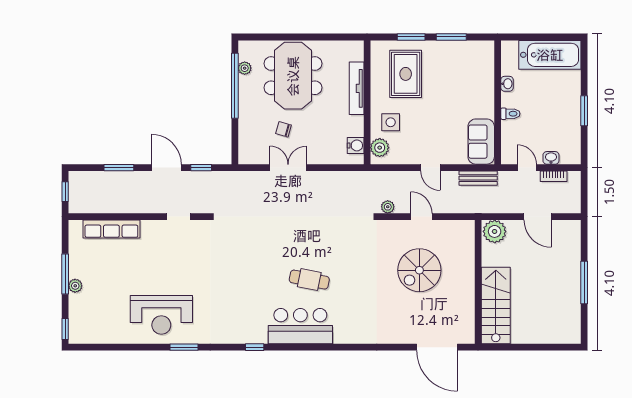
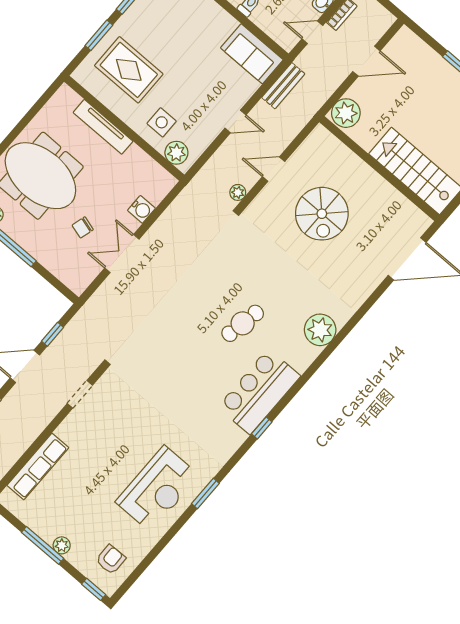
water cooler: (356, 145) -> (141, 209), moved, turned 90
armchair: (93, 324) -> (111, 559), added
bar counter: (300, 326) -> (259, 392), moved
plant: (347, 331) -> (320, 330), added

